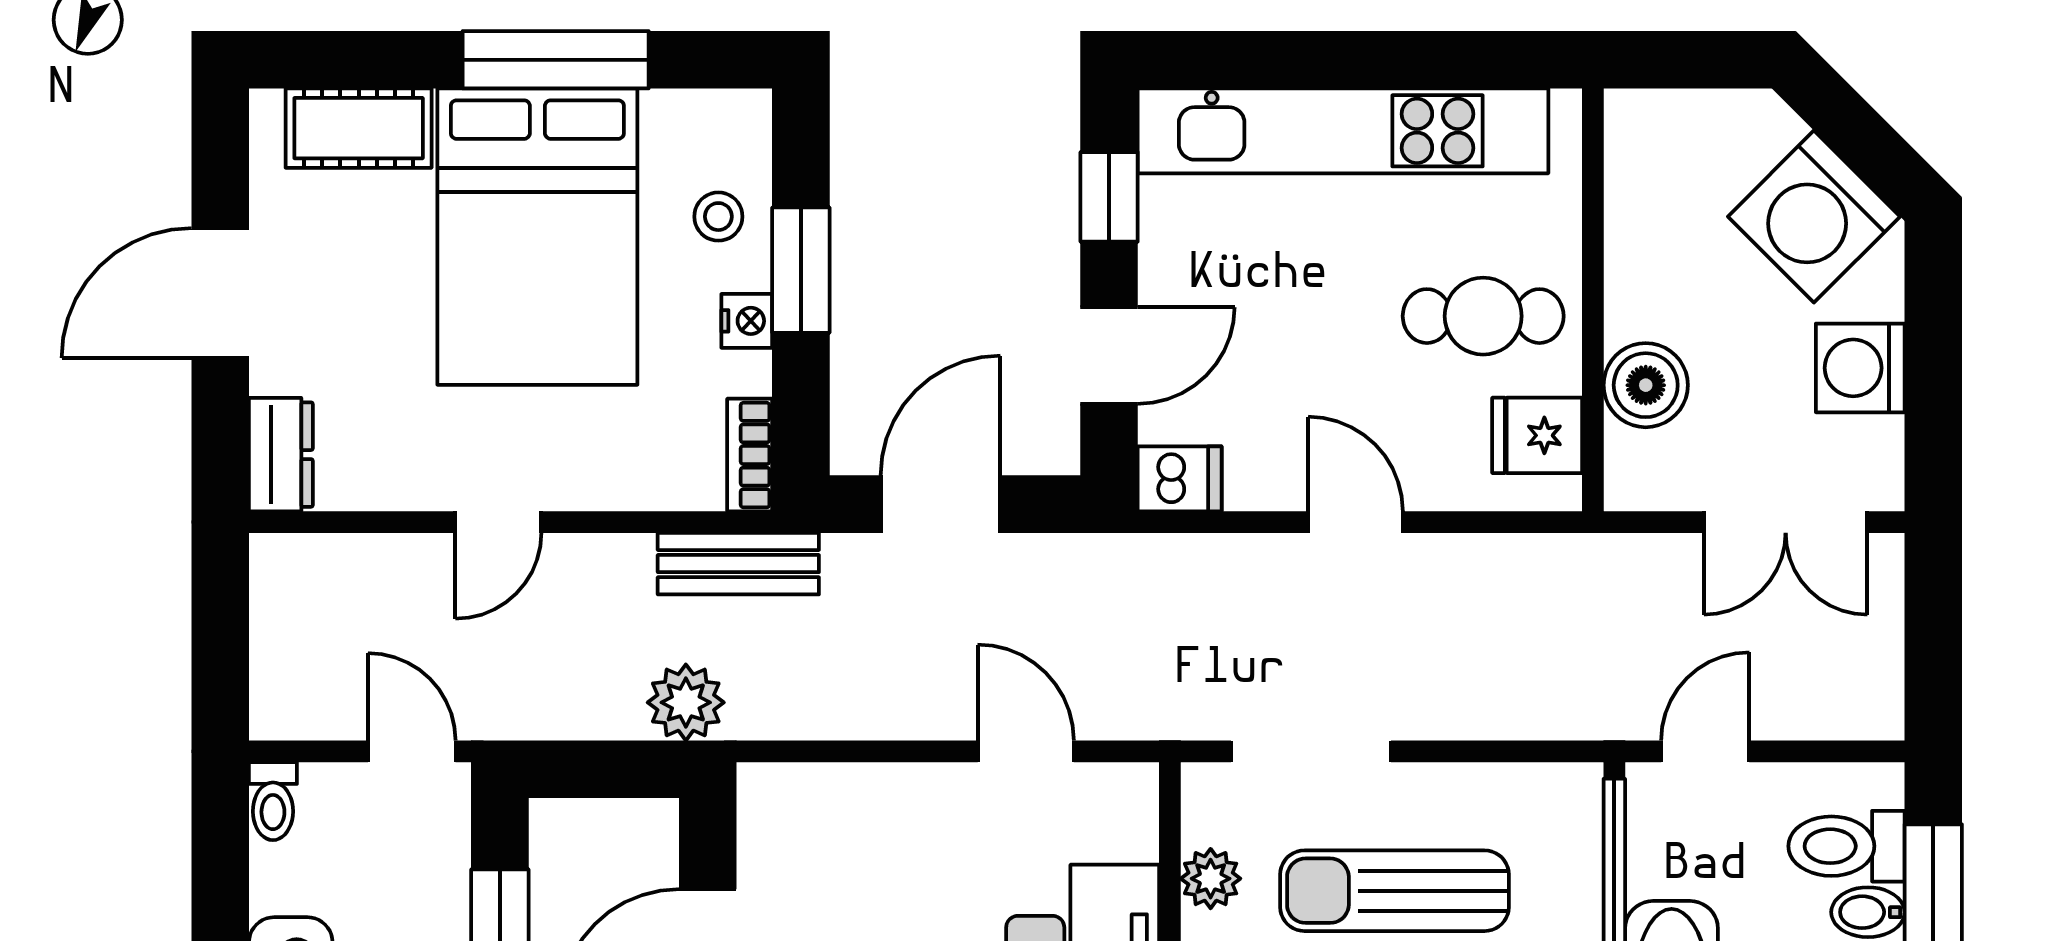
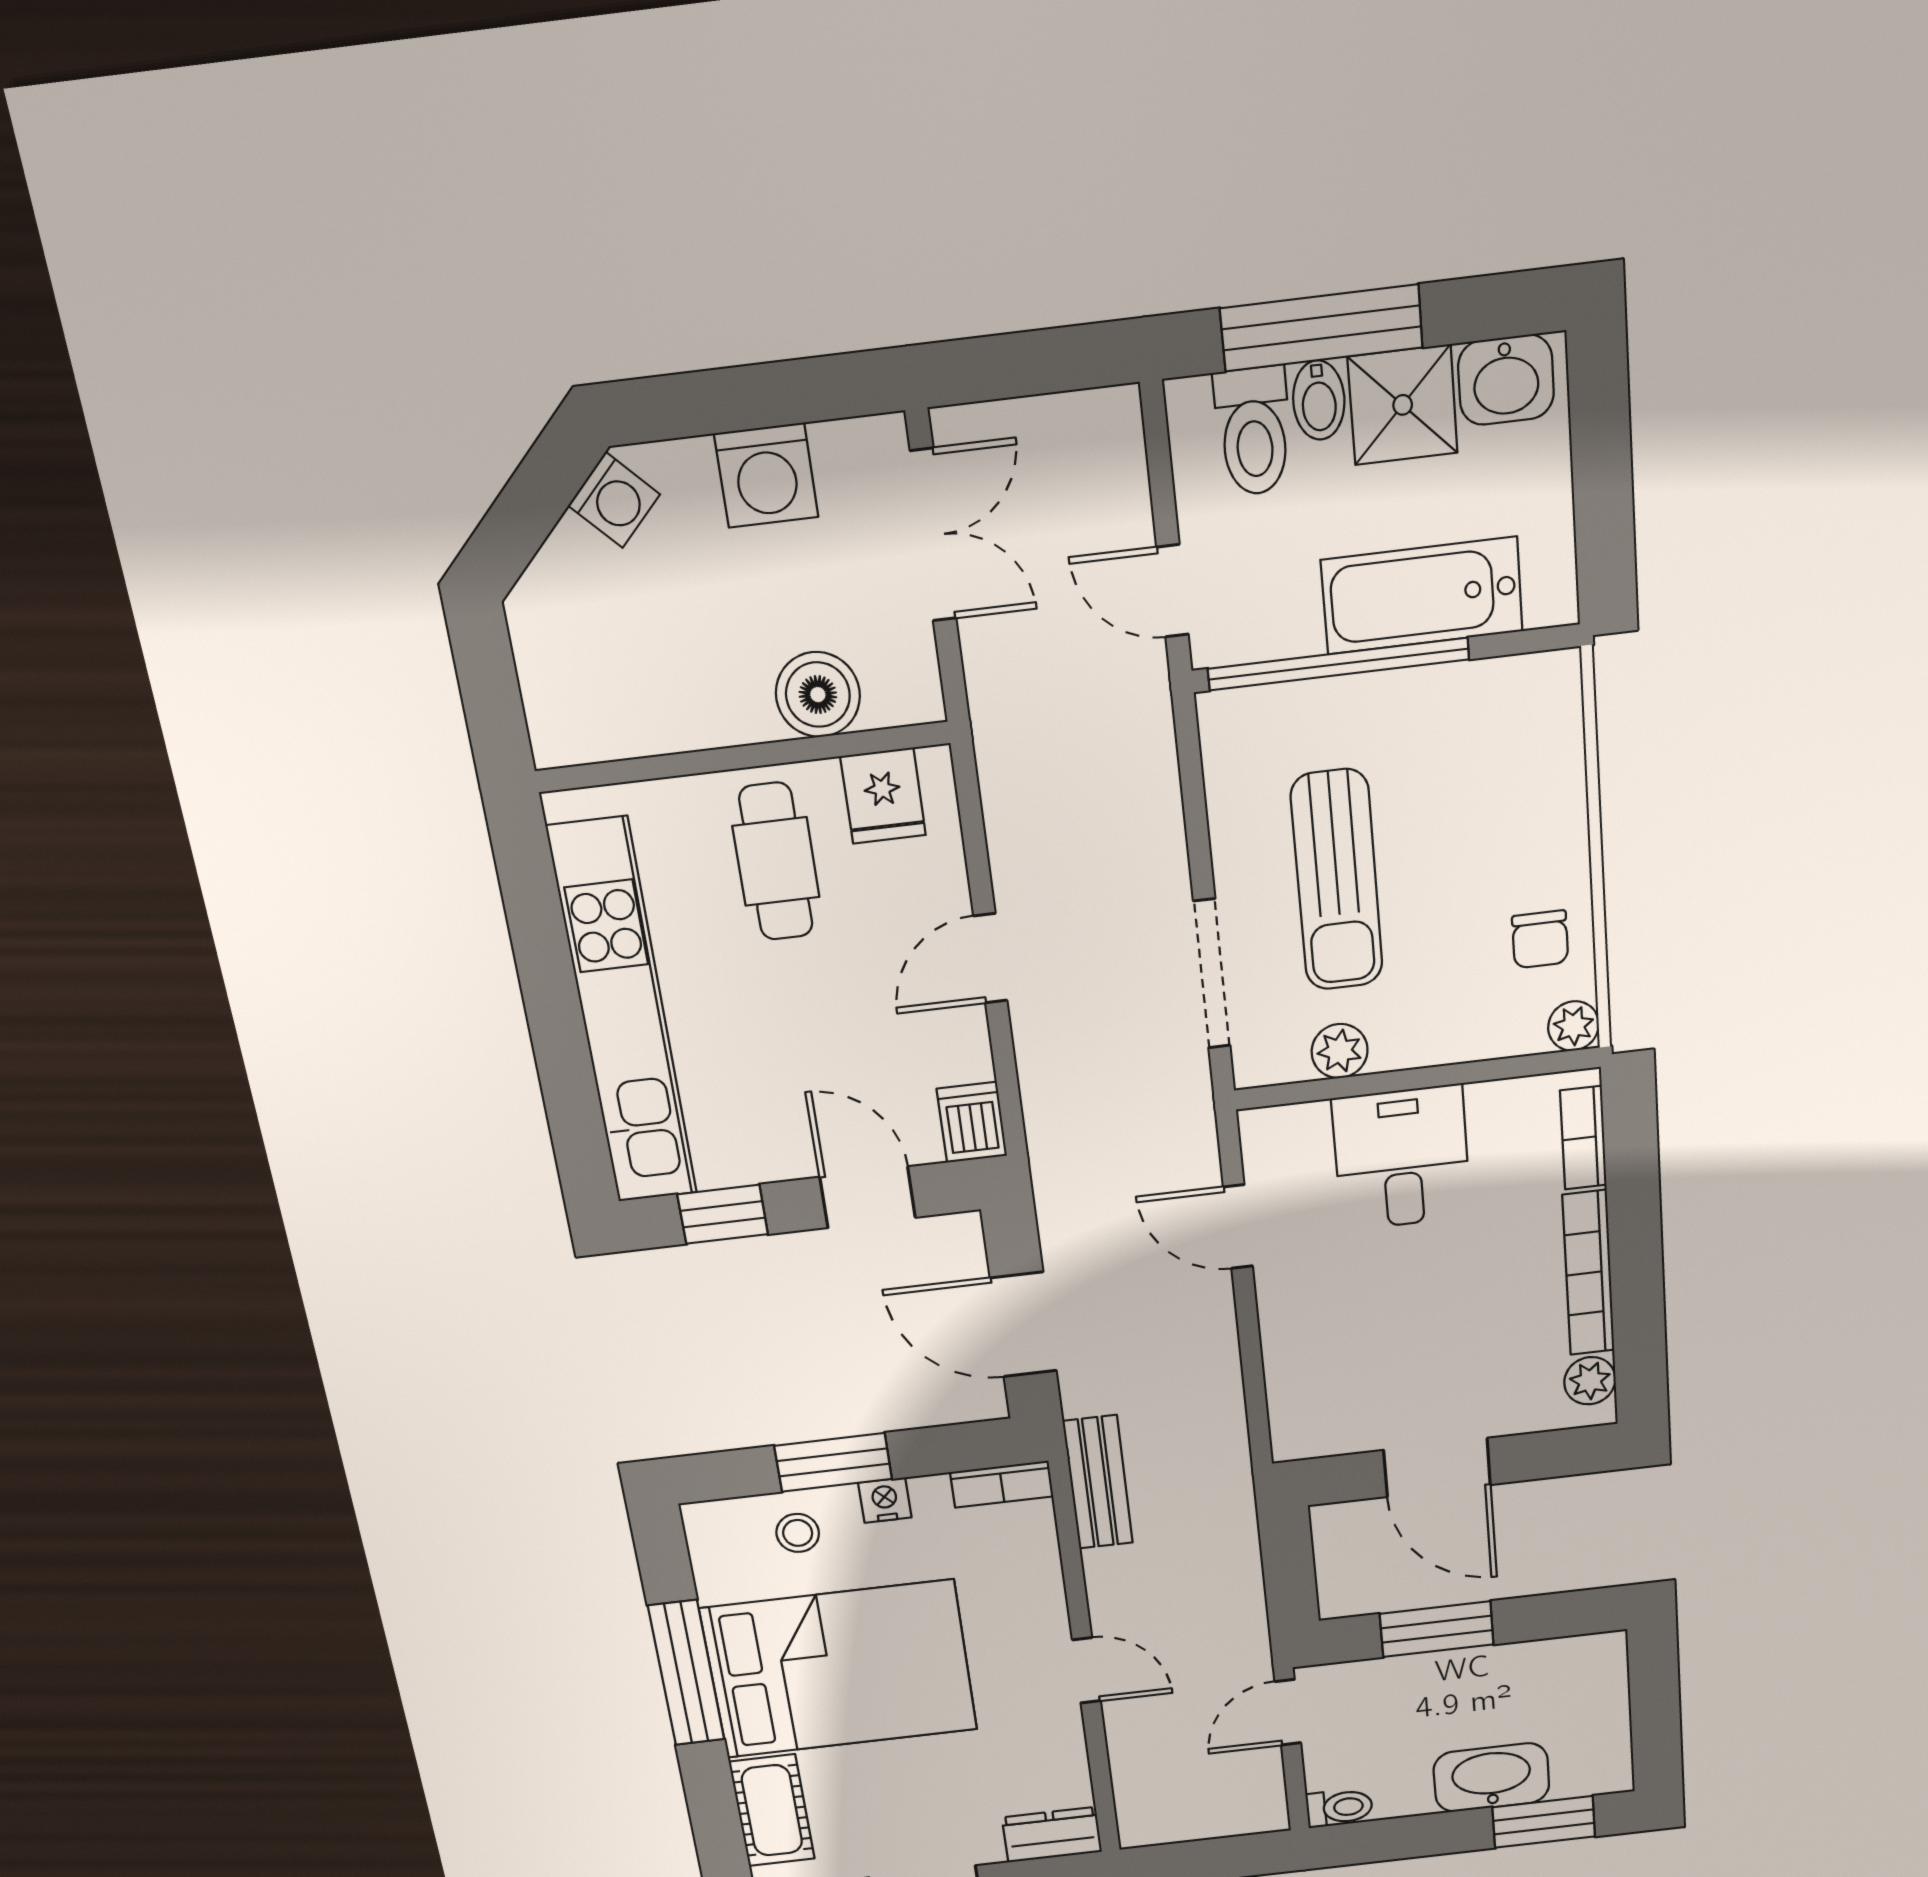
washing machine: (1814, 217) -> (614, 500), width x0.53, depth x0.53
plant: (686, 702) -> (1224, 1510), removed
door: (1026, 751) -> (1238, 1227), hinge flipped

